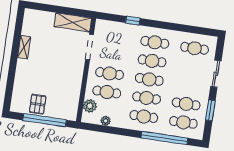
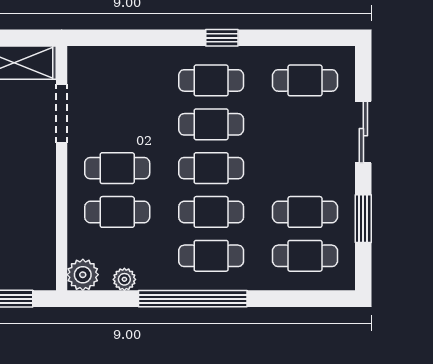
window: (133, 21) -> (222, 38), moved
plant: (90, 106) -> (83, 275), moved
window: (164, 138) -> (193, 299), moved

